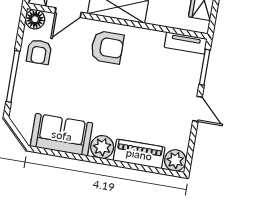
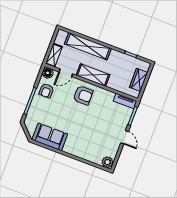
plant: (102, 147) -> (70, 148), removed
piano: (139, 154) -> (89, 155), removed

